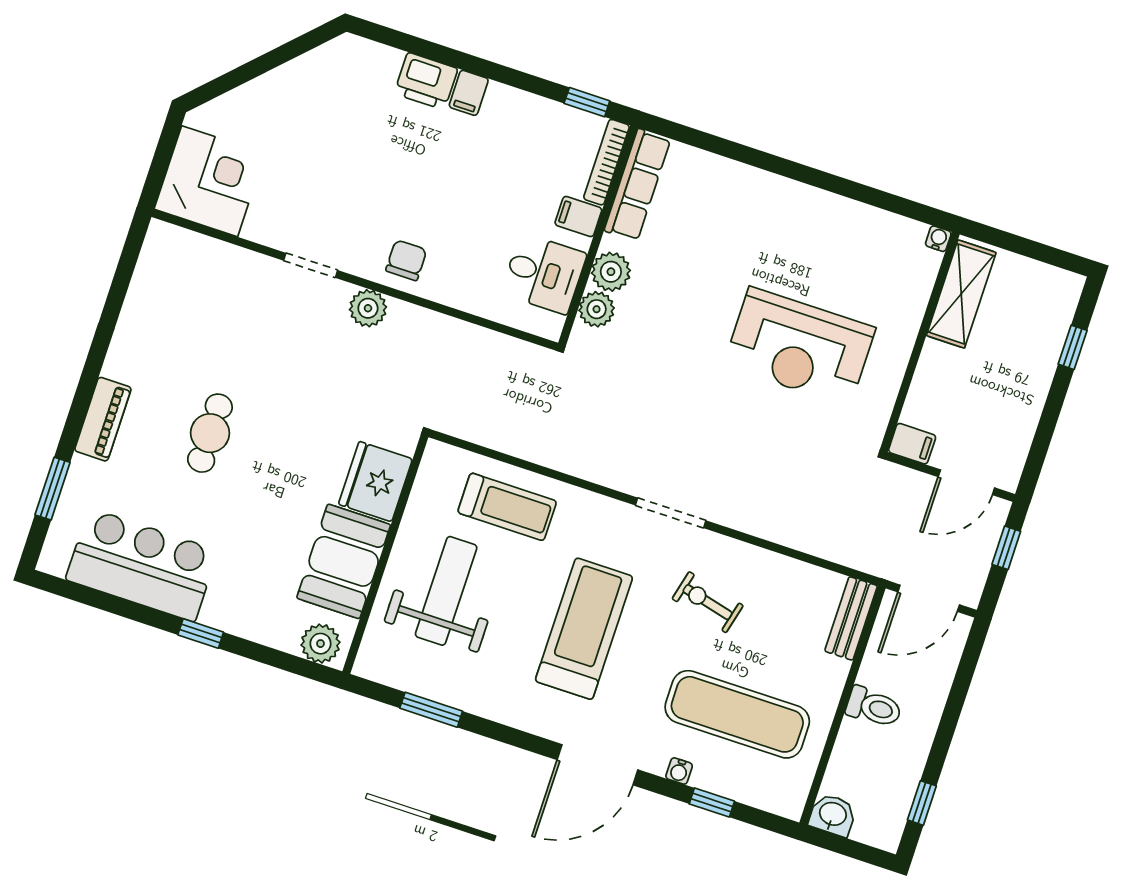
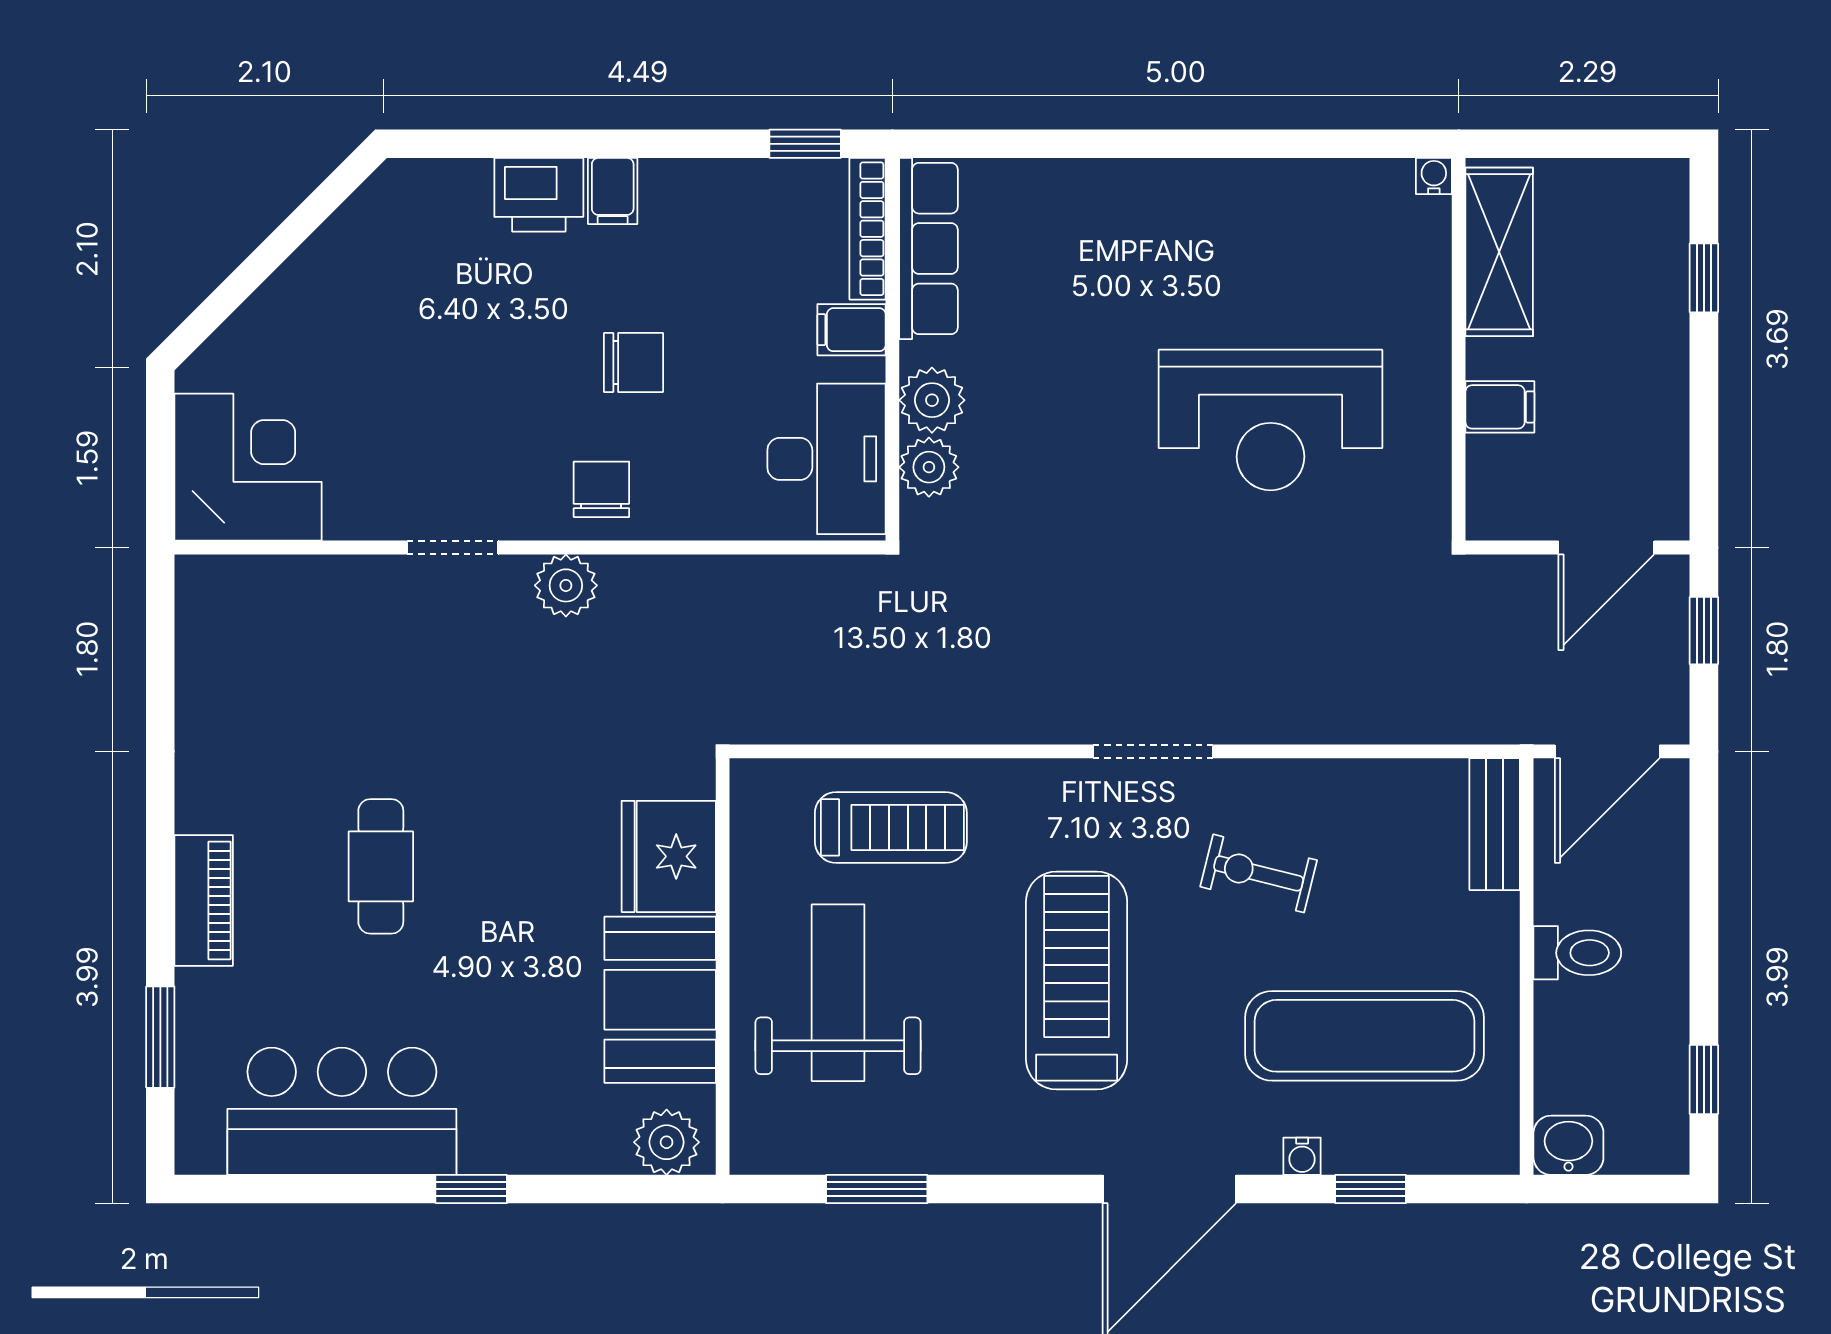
chair: (448, 194) -> (633, 363), added
desk: (544, 274) -> (827, 459), width x1.37
filing cabinet: (912, 444) -> (1500, 407), moved

